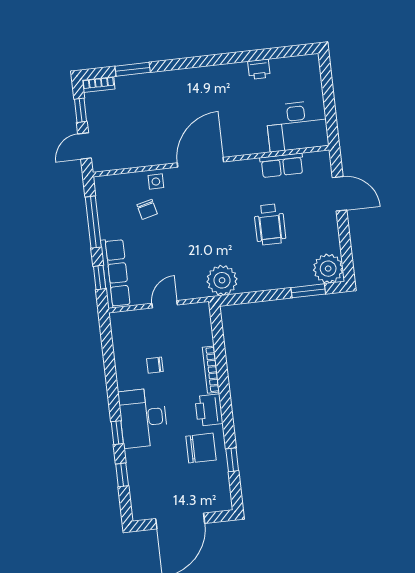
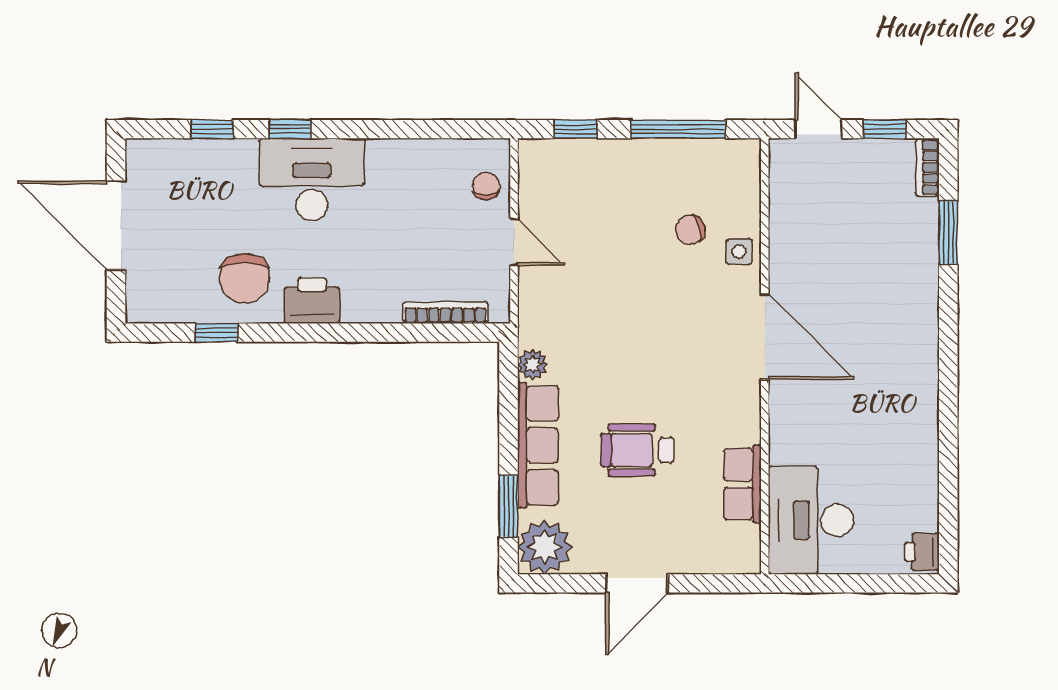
printer: (259, 69) -> (922, 552), moved
door: (340, 194) -> (637, 583), moved
row of seats: (115, 273) -> (538, 445), moved, turned -90
plant: (222, 280) -> (532, 364), width x0.53, depth x0.53
chair: (155, 365) -> (486, 186), moved
bookcase: (211, 370) -> (445, 313), moved

